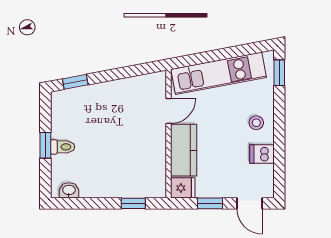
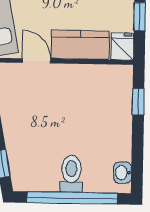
window: (45, 145) -> (72, 198), width x3.17
toilet: (63, 147) -> (71, 174), width x1.37, depth x1.39

